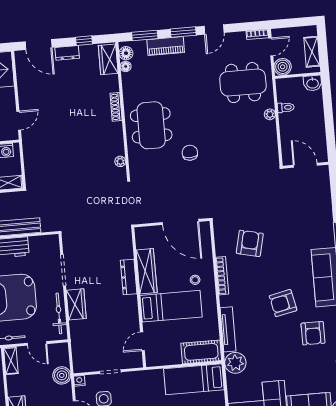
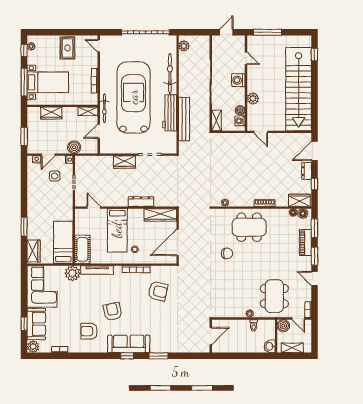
wardrobe: (147, 271) -> (160, 215), moved
bicycle: (59, 313) -> (119, 149), removed

